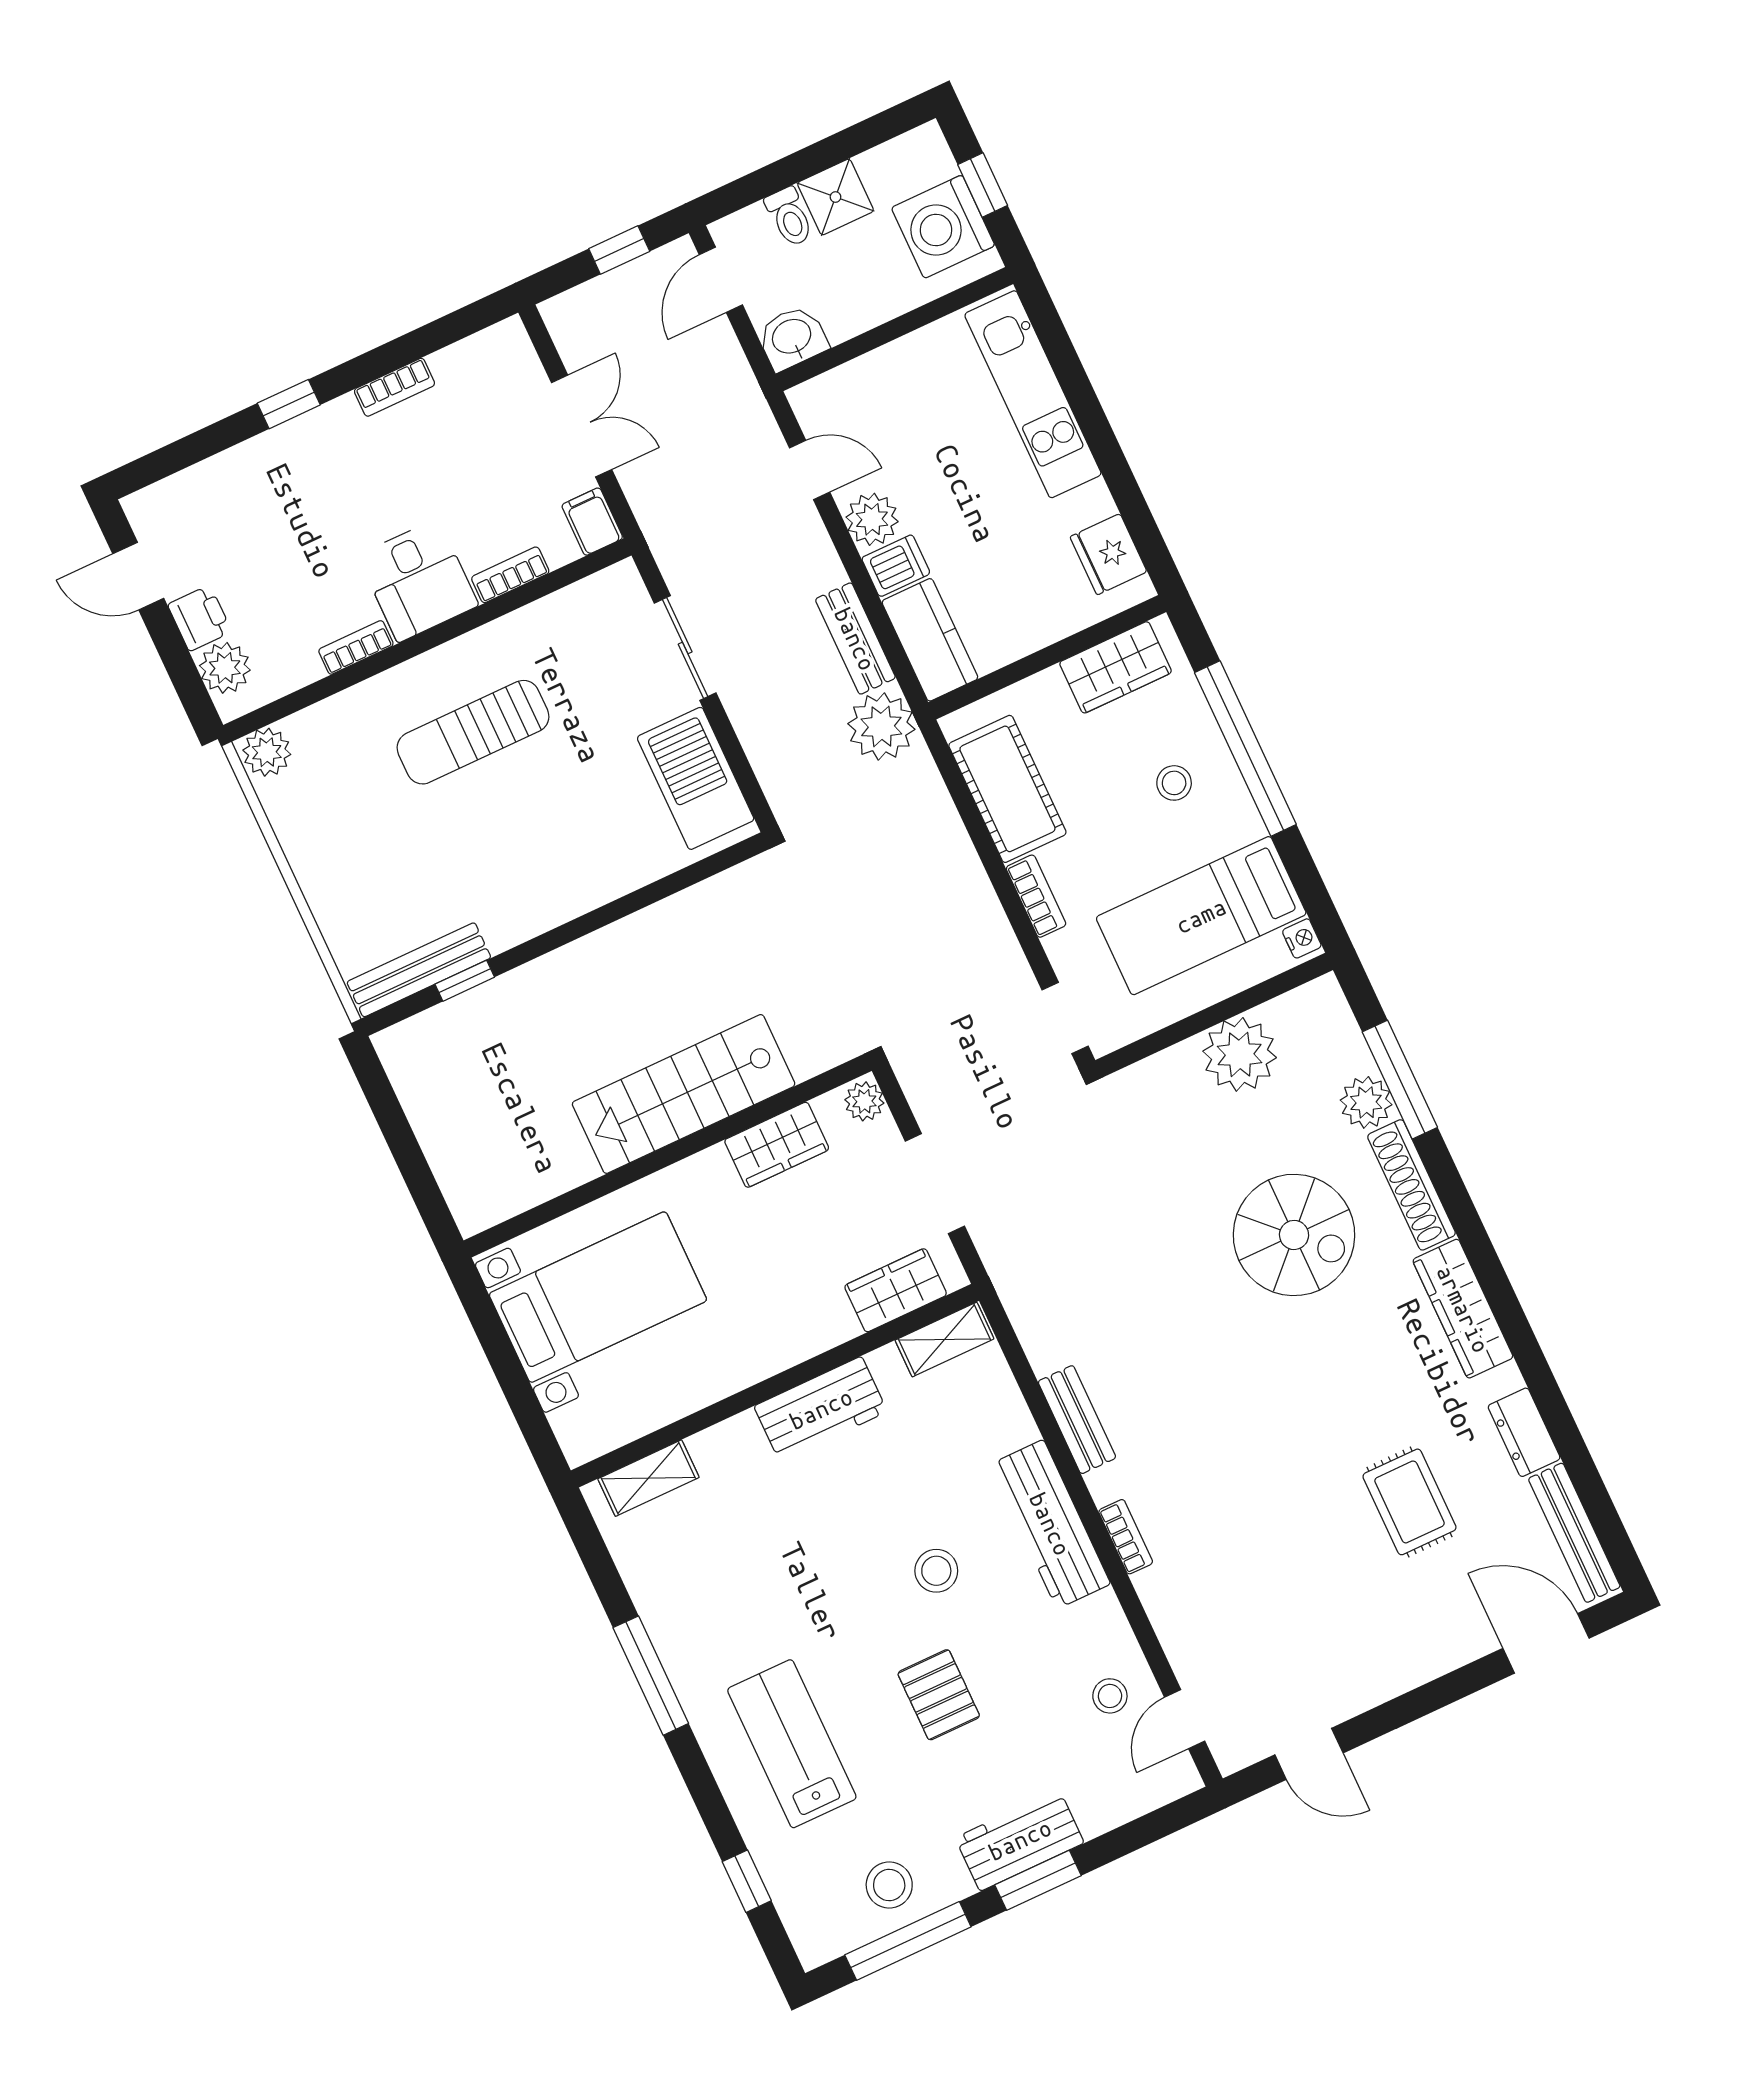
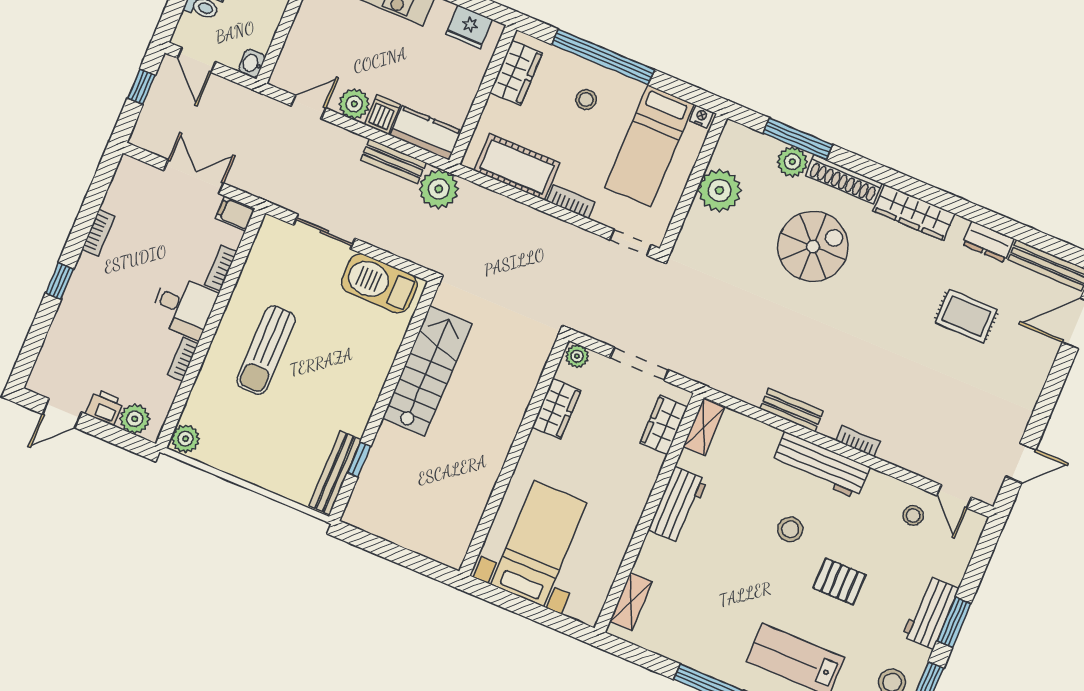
washbasin: (792, 338) -> (252, 63), width x0.72, depth x0.69
stairs: (684, 1094) -> (427, 371), moved, turned 180

